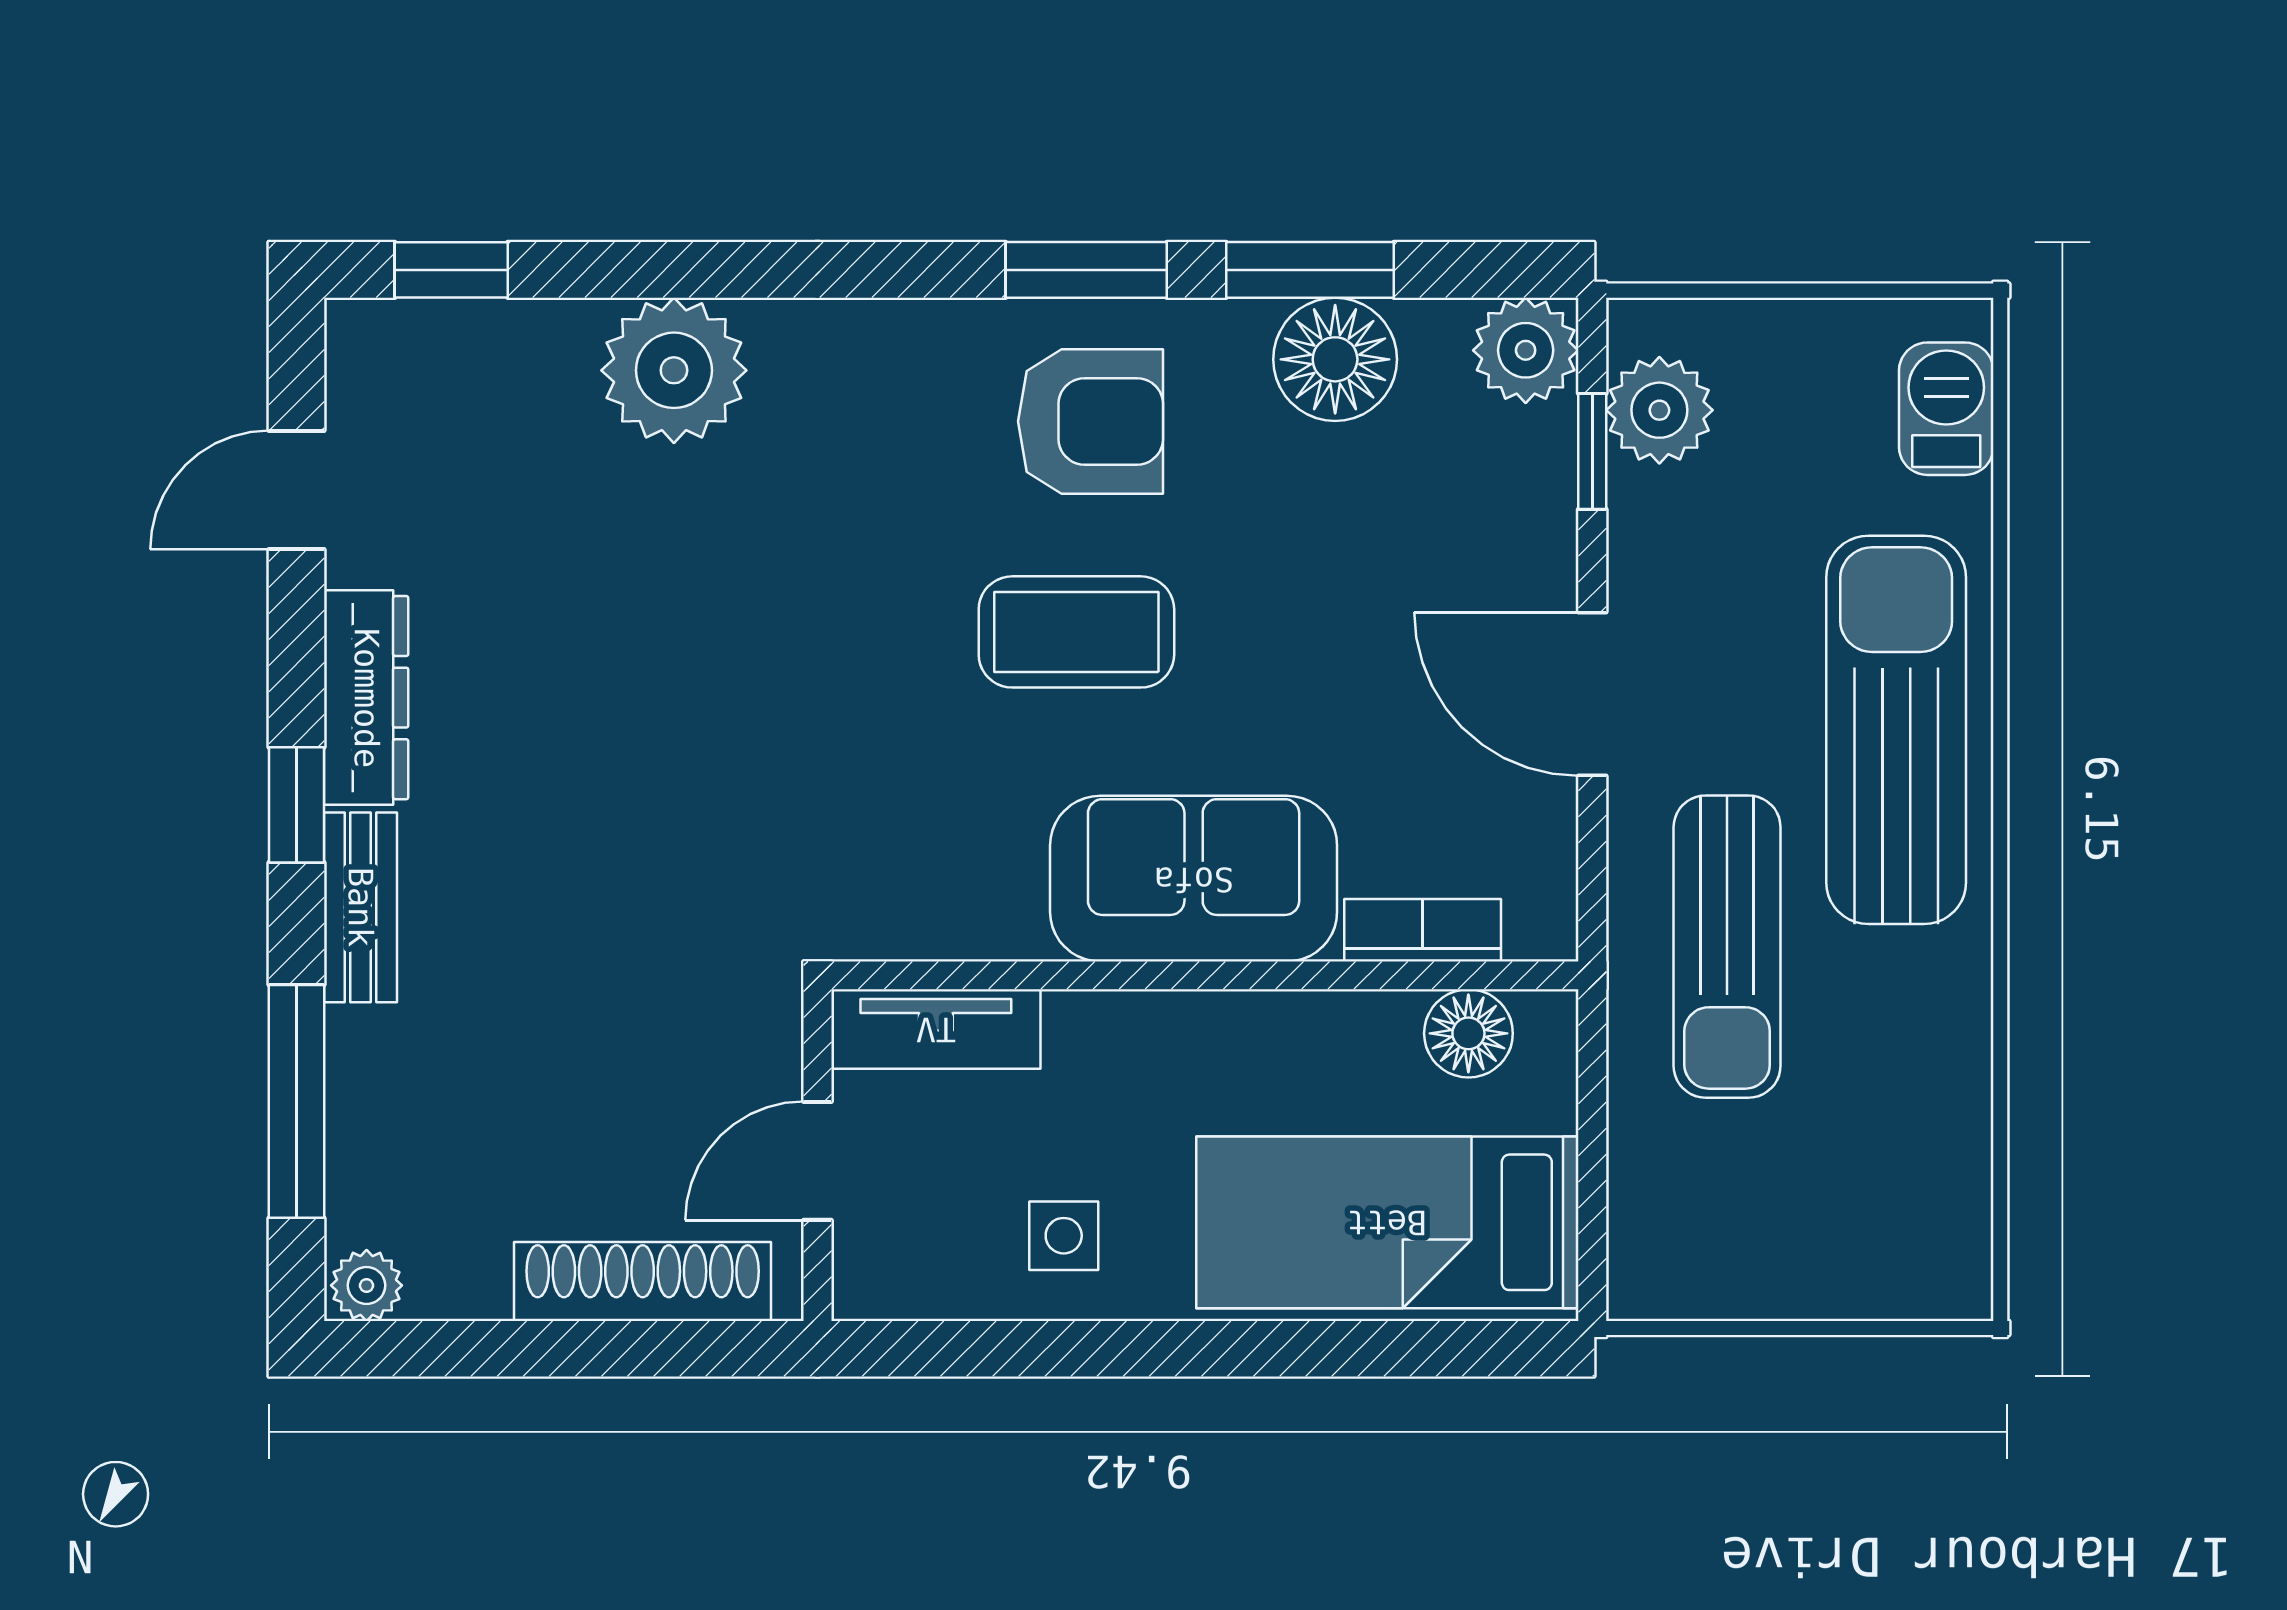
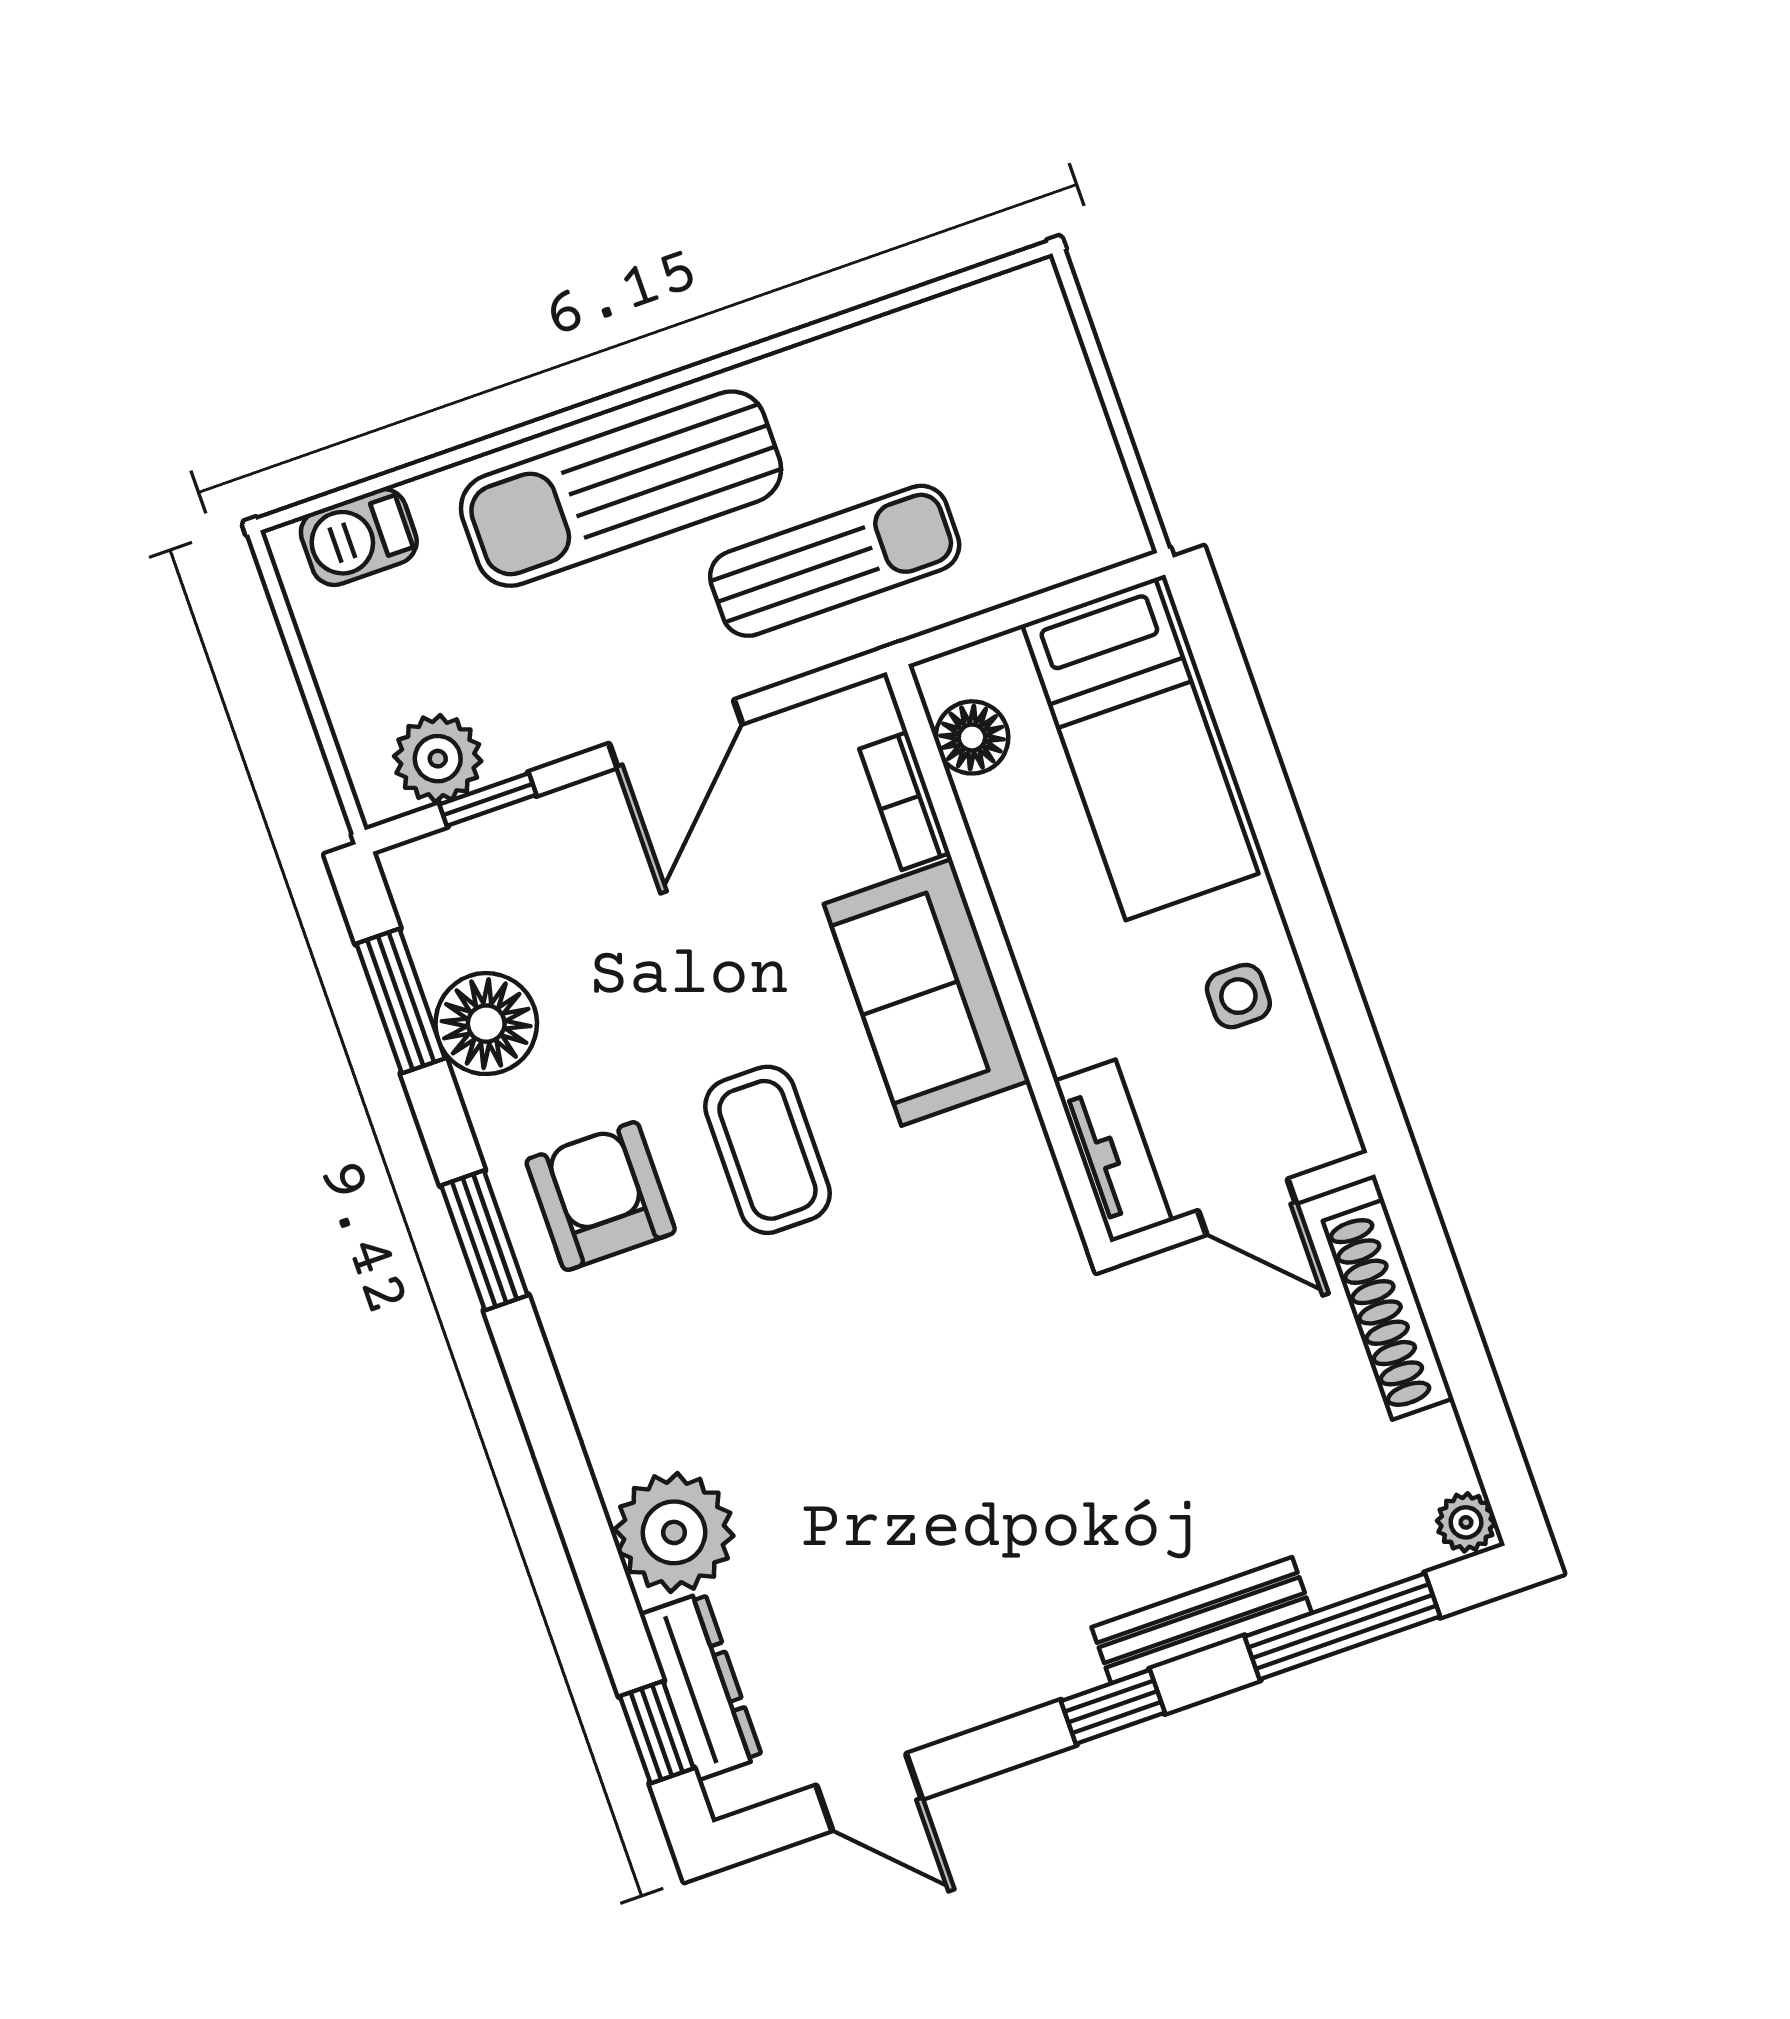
window: (1310, 270) -> (401, 1001), moved
plant: (1526, 350) -> (428, 878), removed
dresser: (366, 698) -> (701, 1686), moved, turned 90
bench: (360, 907) -> (1202, 1620), width x1.36

